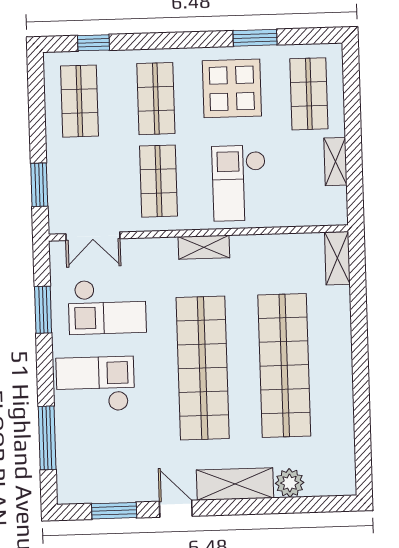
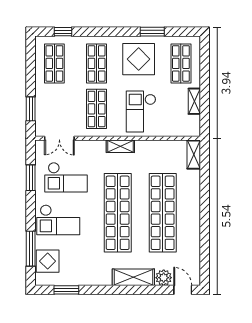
checkout: (95, 384) -> (58, 220), turned 180
display table: (78, 460) -> (48, 261), added
door: (176, 509) -> (183, 290), moved

